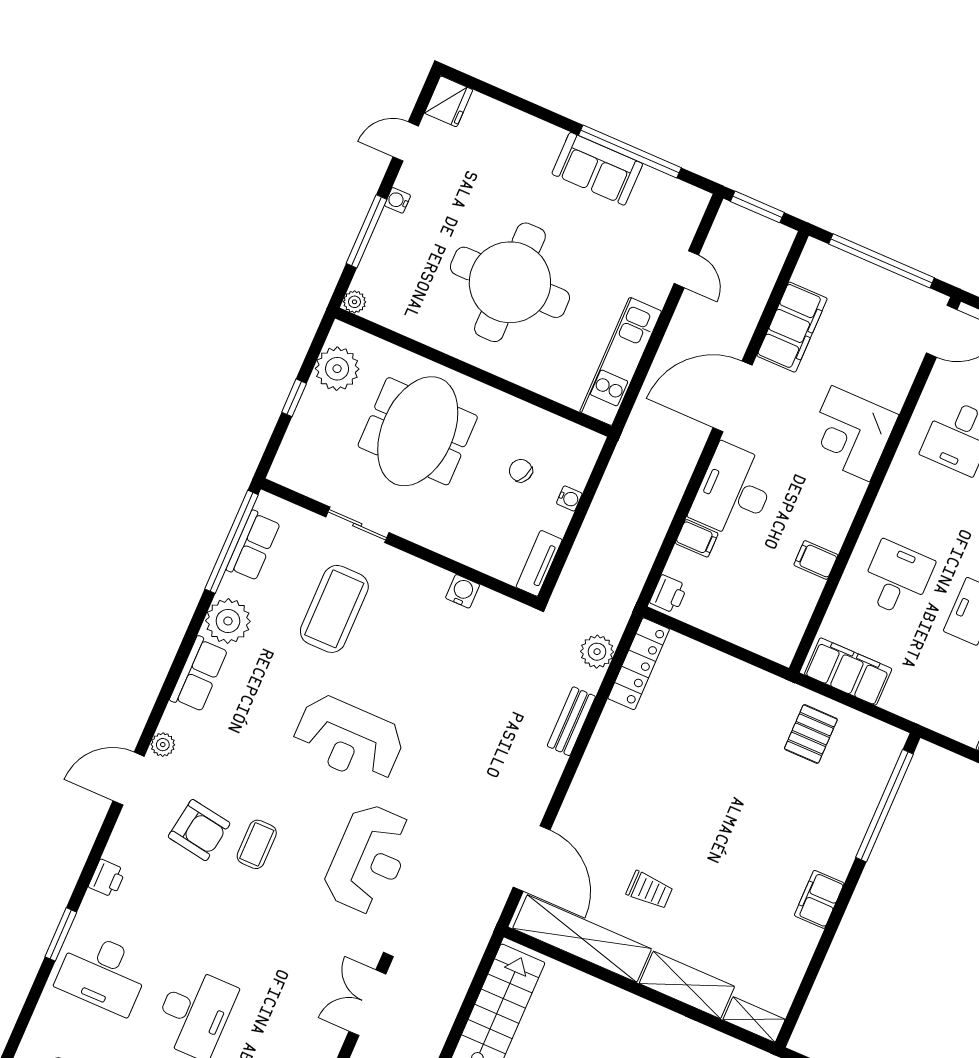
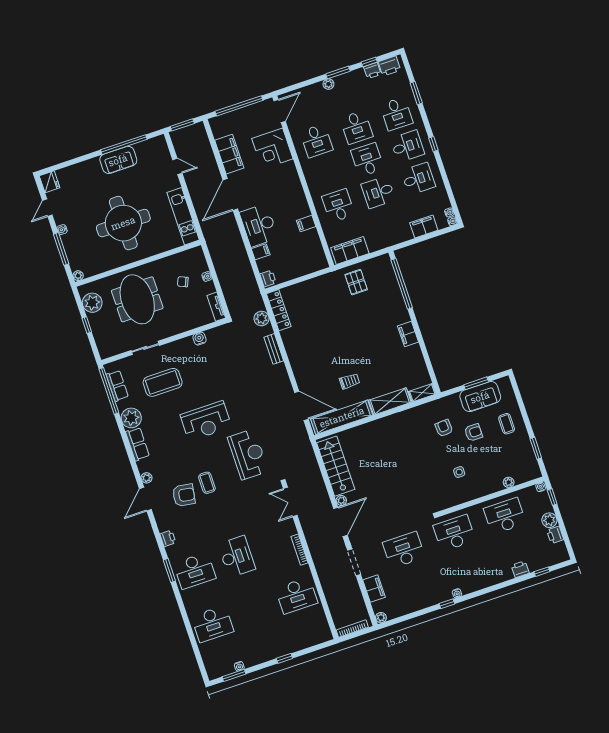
corner desk: (851, 434) -> (272, 149), moved
coffee table: (334, 609) -> (163, 382), turned 90

